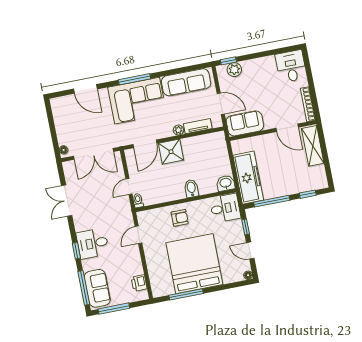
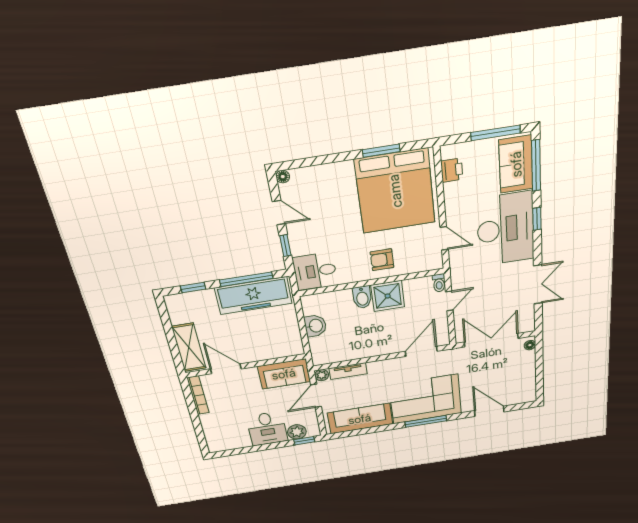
desk: (291, 66) -> (267, 429), moved
door: (221, 104) -> (316, 396), hinge flipped
plant: (178, 130) -> (322, 375), moved
shower: (171, 152) -> (388, 296), moved
freezer: (248, 178) -> (253, 296), moved, turned -90
washbasin: (226, 183) -> (315, 326), moved, turned -90
door: (138, 235) -> (444, 238), hinge flipped
desk: (93, 243) -> (506, 229), width x1.87, depth x1.30
bed: (194, 264) -> (395, 191), moved
window: (186, 294) -> (381, 151), width x0.69

